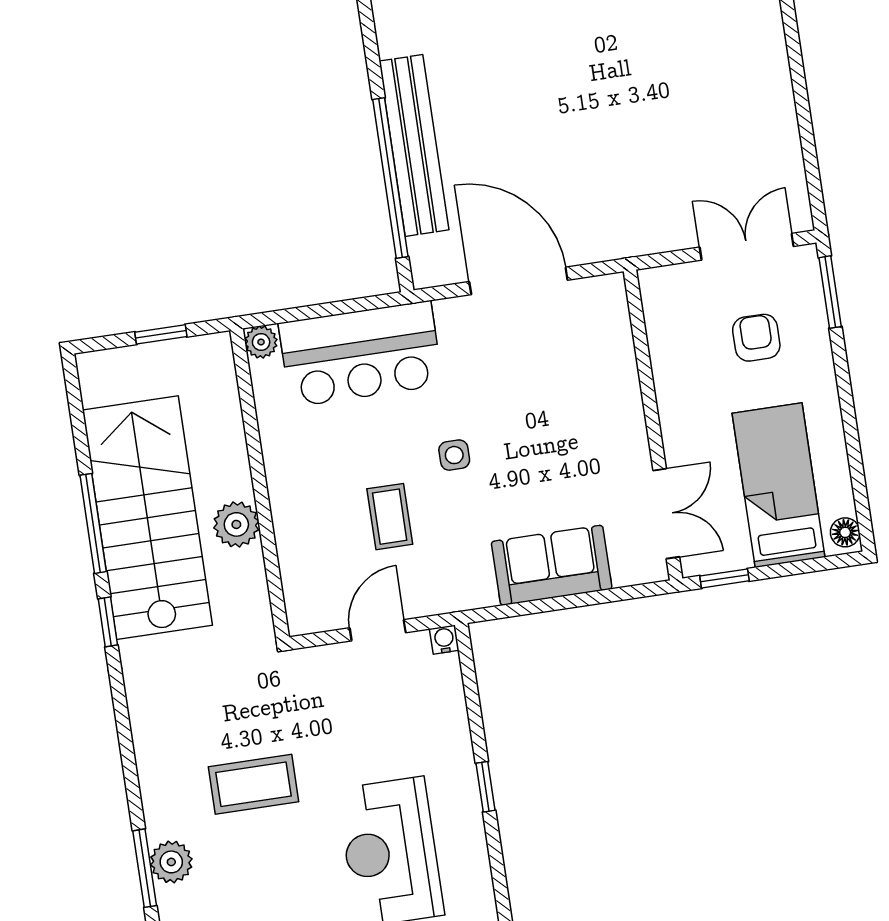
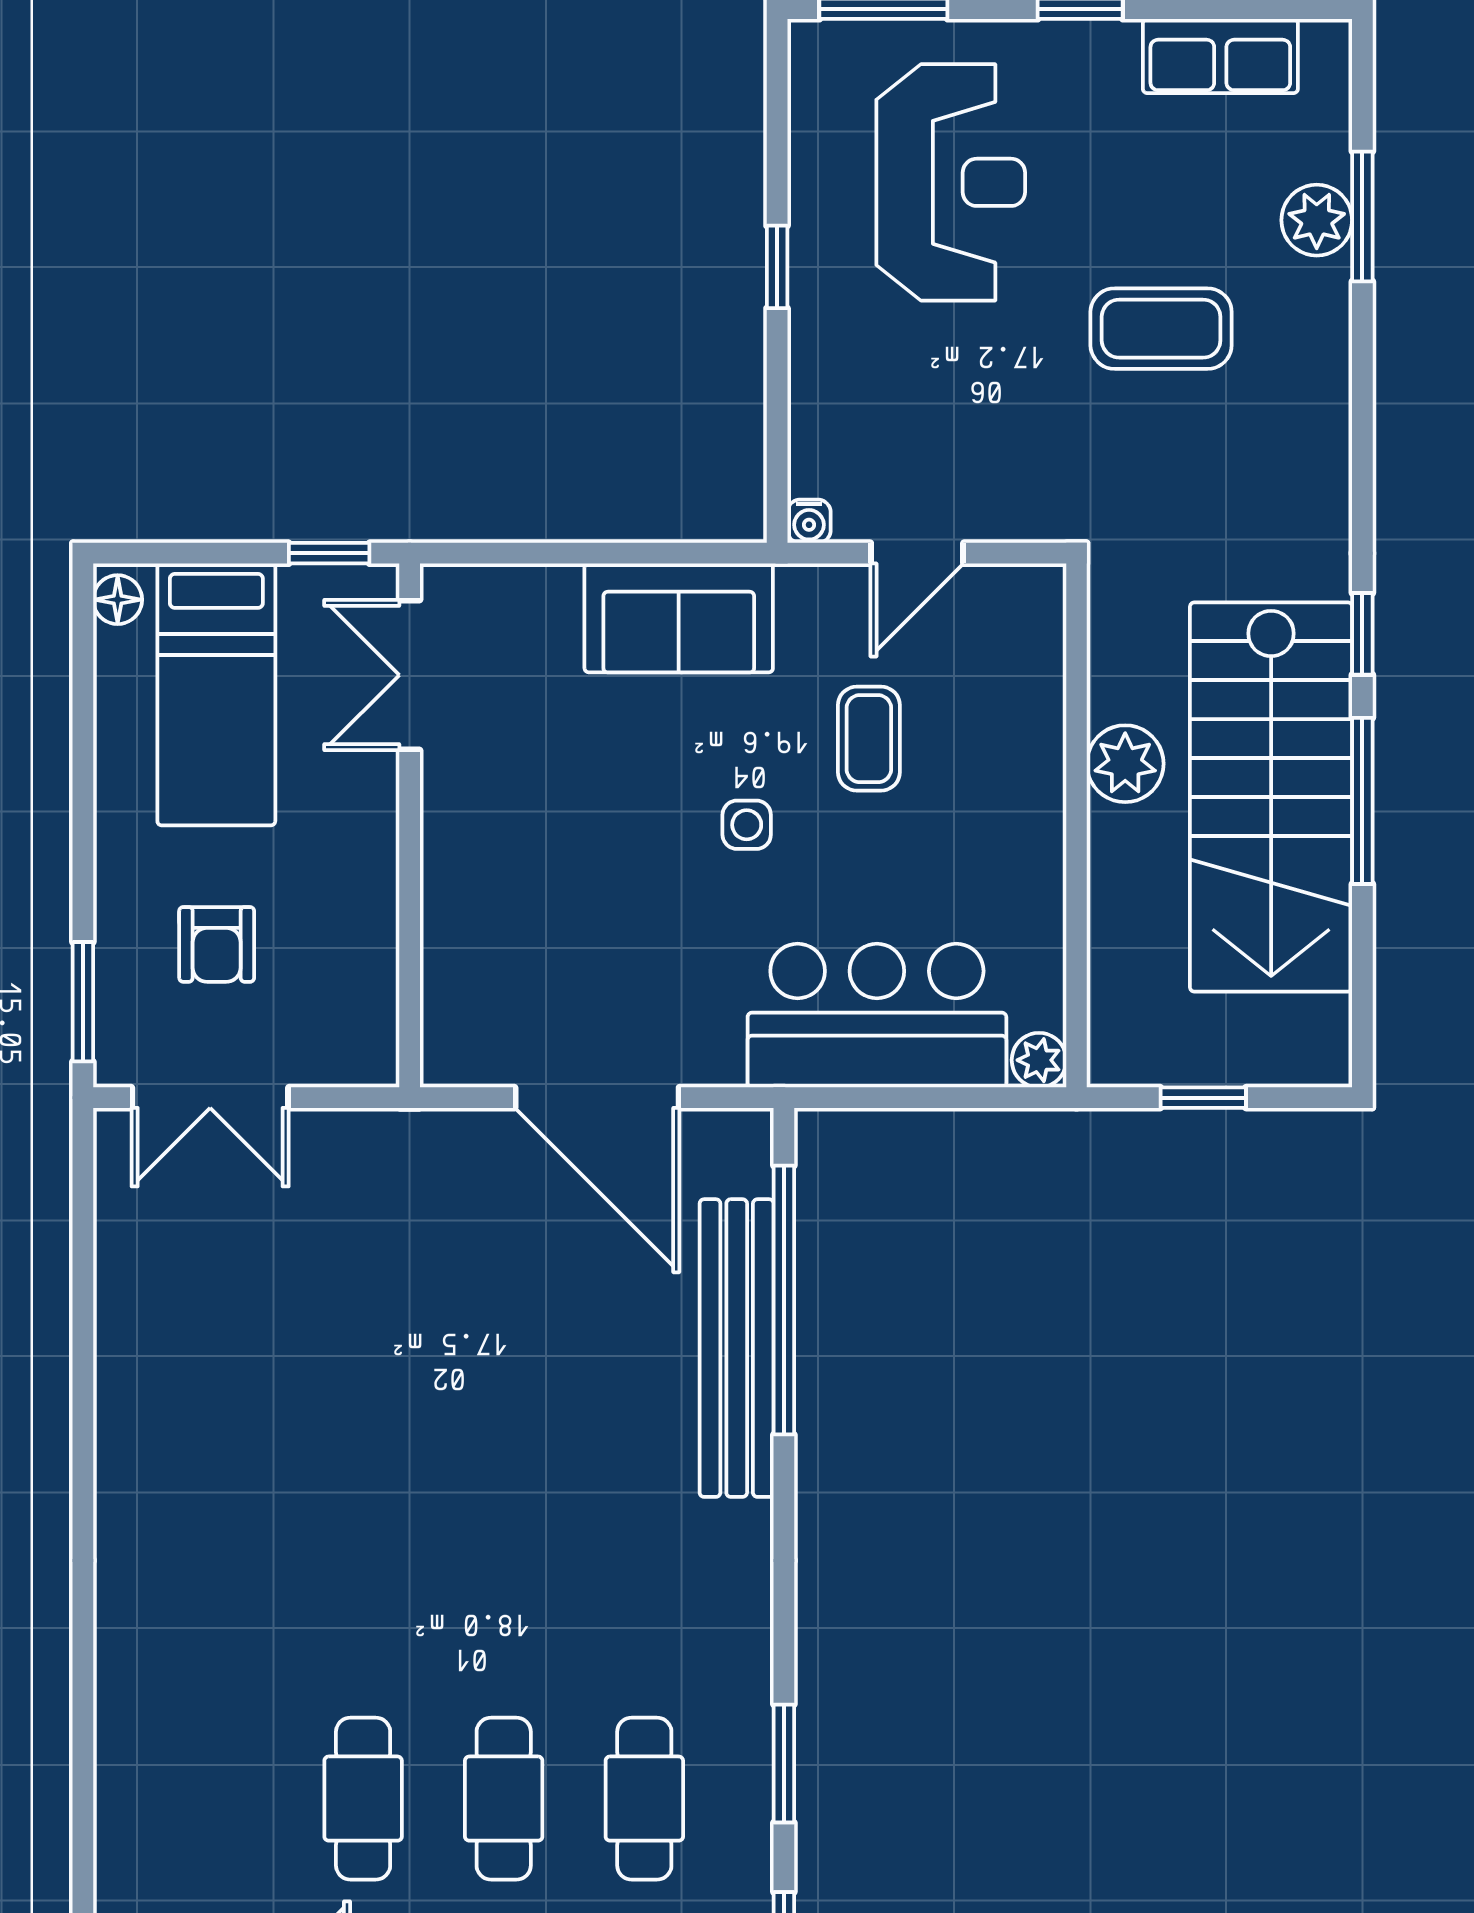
sofa: (552, 565) -> (679, 618), moved

